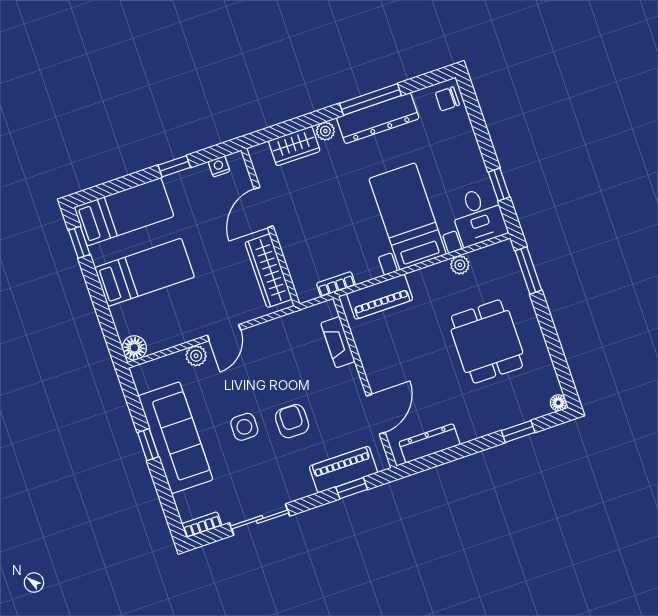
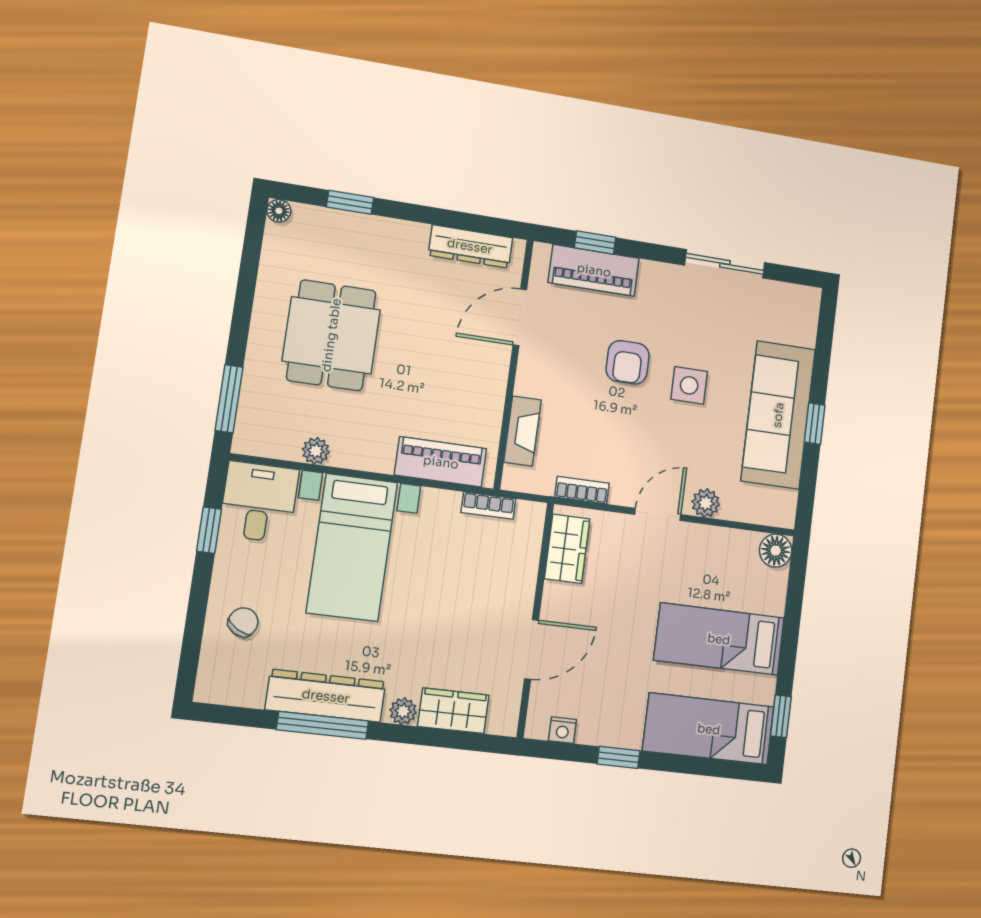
chair: (447, 99) -> (243, 622), moved, turned -60
wardrobe: (269, 271) -> (567, 549), width x0.67
bookcase: (202, 525) -> (582, 490), moved, turned 180

